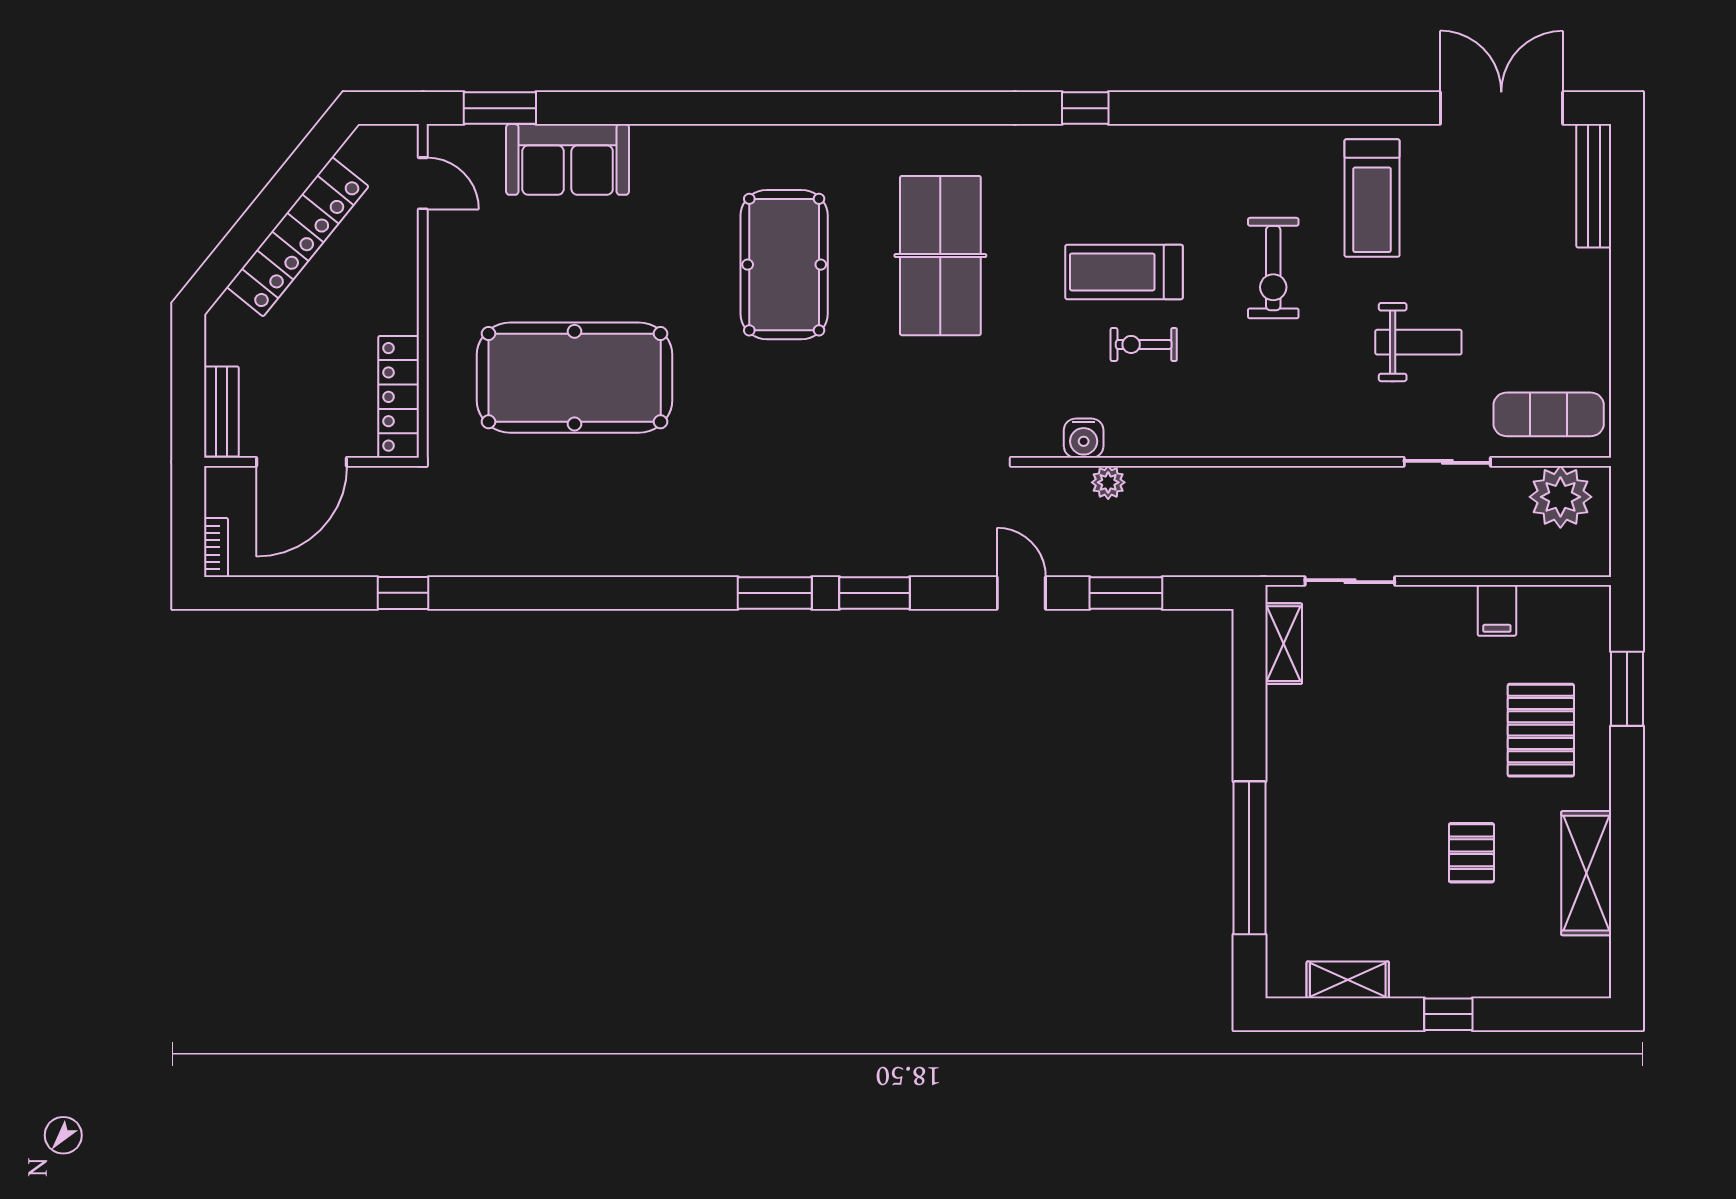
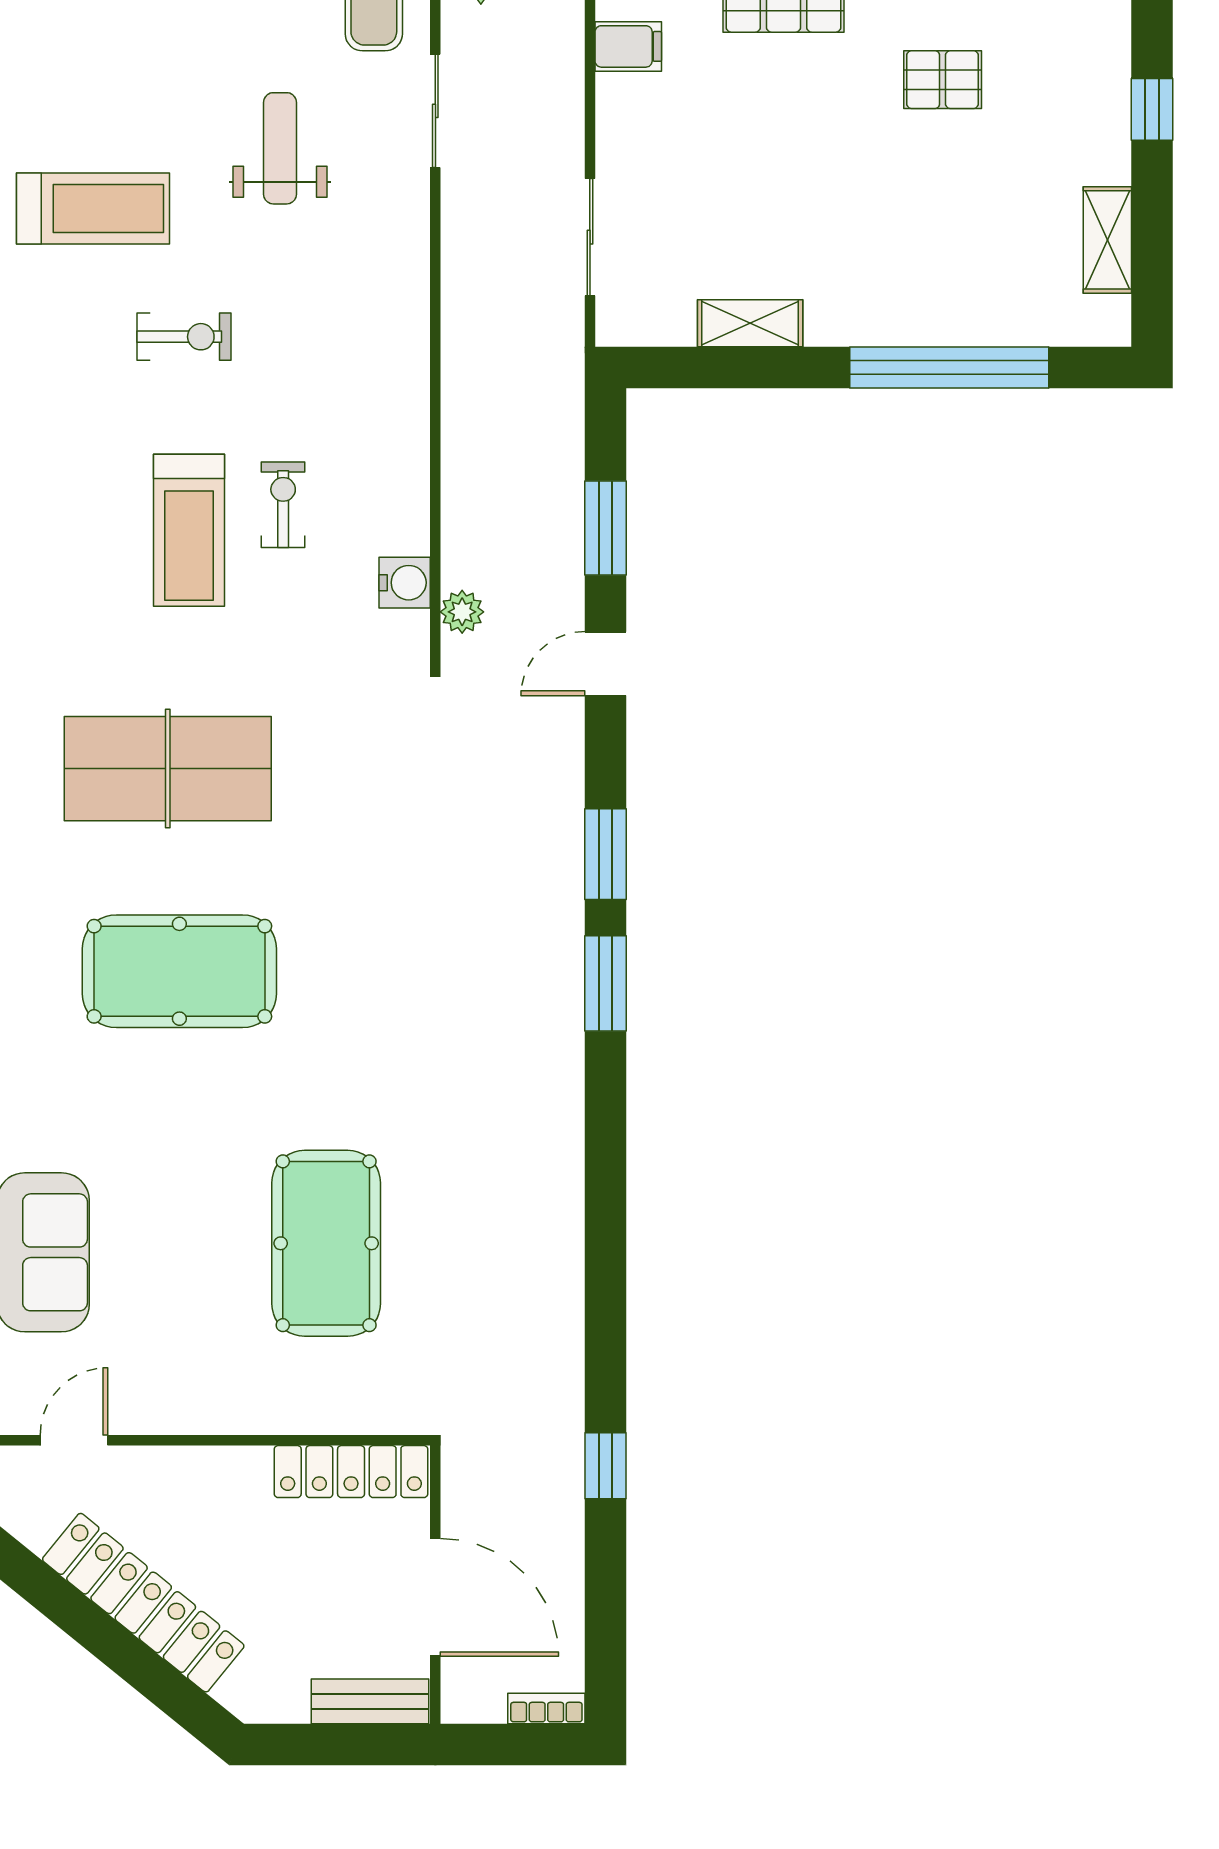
exercise bike: (1273, 268) -> (184, 337), width x0.73, depth x0.72
exercise bike: (1144, 344) -> (283, 505), turned 180
pool table: (575, 378) -> (326, 1243), width x0.73, depth x0.76
plant: (1108, 482) -> (462, 612), moved
shelving: (1284, 644) -> (750, 323), moved

